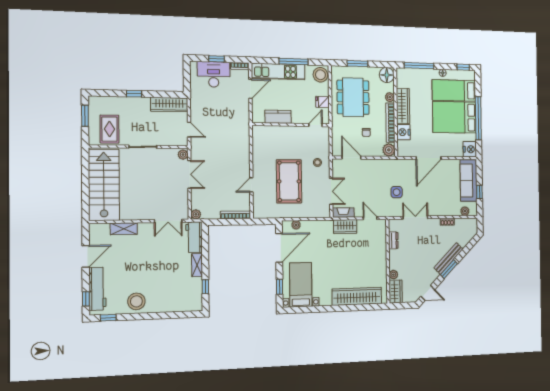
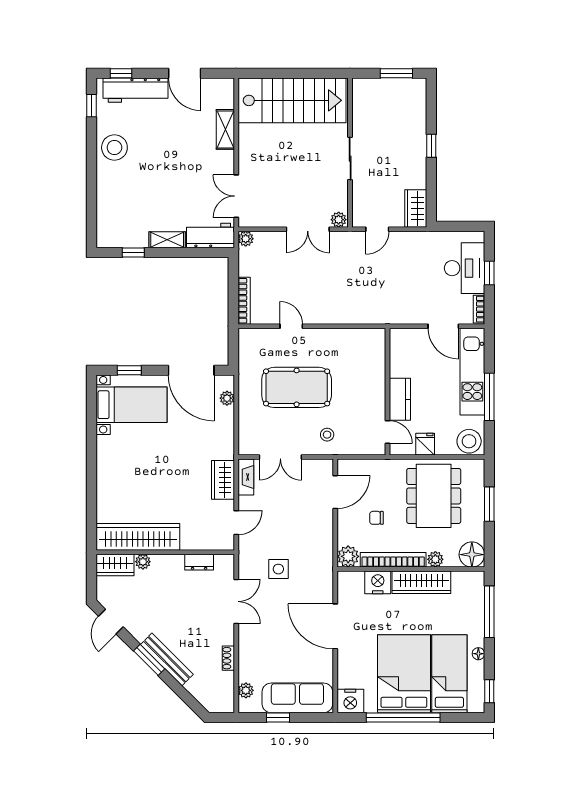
dining table: (353, 97) -> (434, 496), turned 90
wardrobe: (169, 105) -> (416, 209), width x0.67
kitchen counter: (278, 117) -> (400, 399), moved
rug: (109, 129) -> (377, 109), removed
wardrobe: (357, 296) -> (138, 537), moved, turned -90

